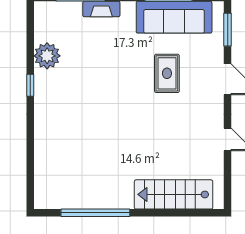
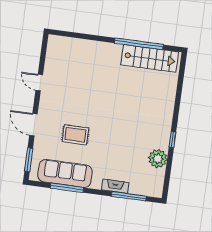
rug: (167, 73) -> (75, 135), turned 90
stairs: (174, 194) -> (150, 58), moved

